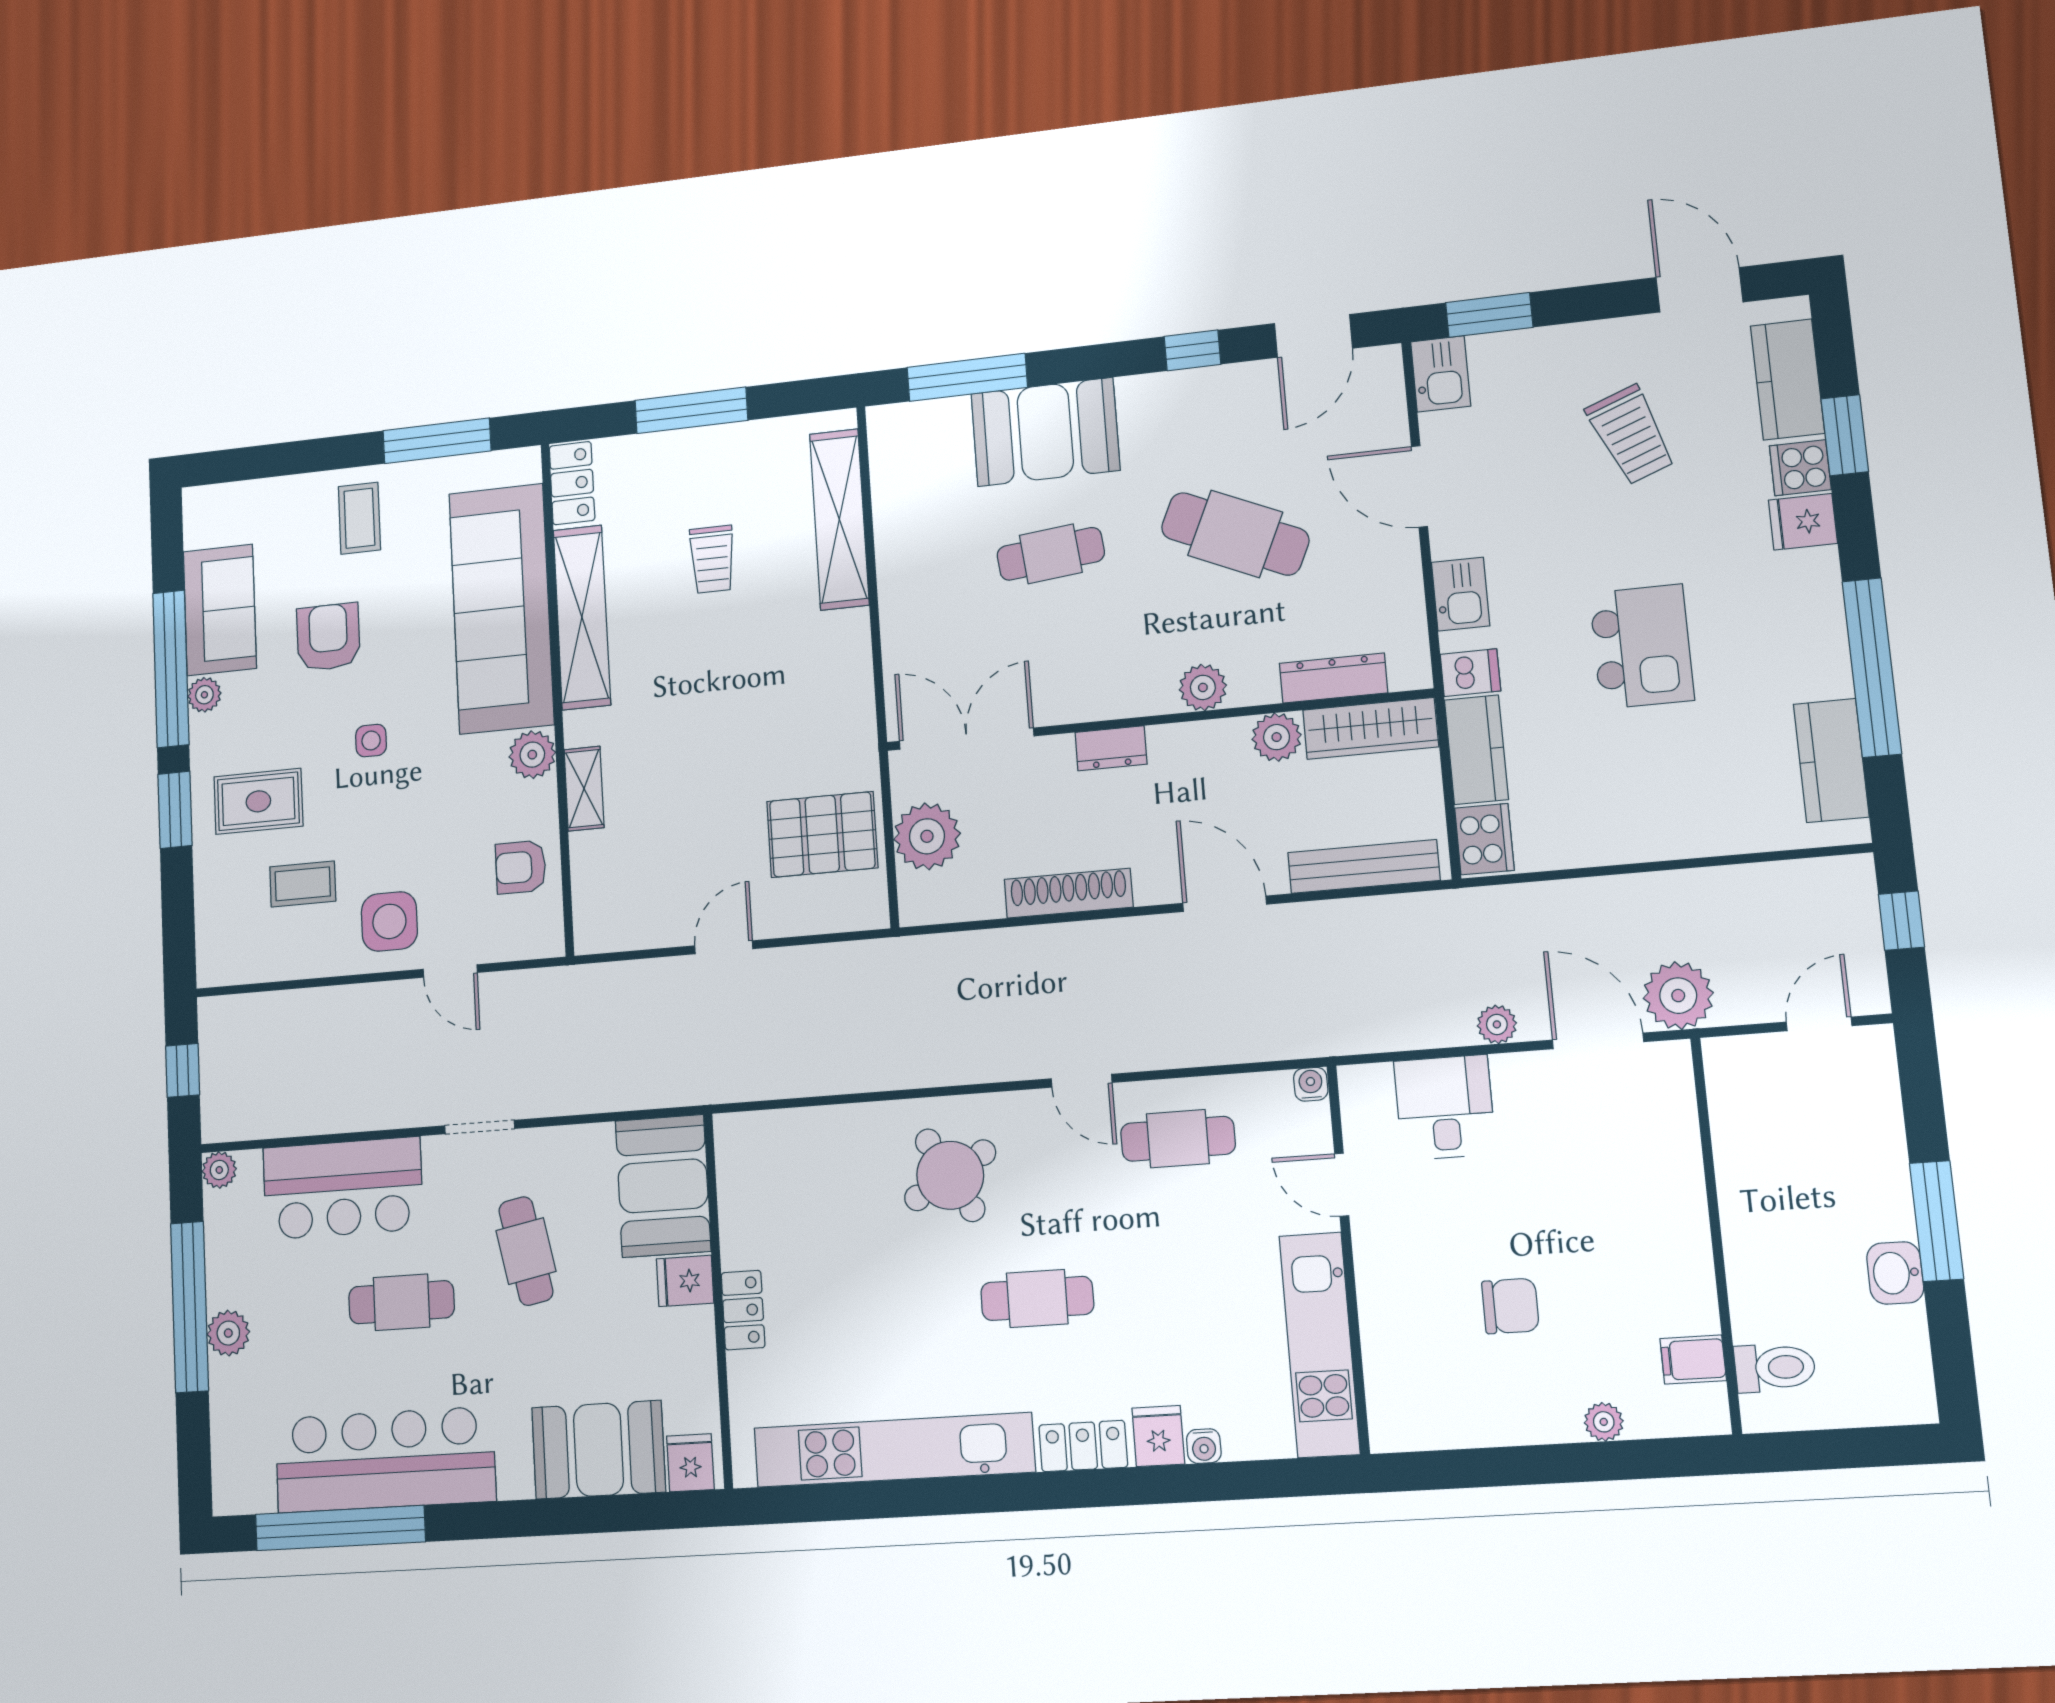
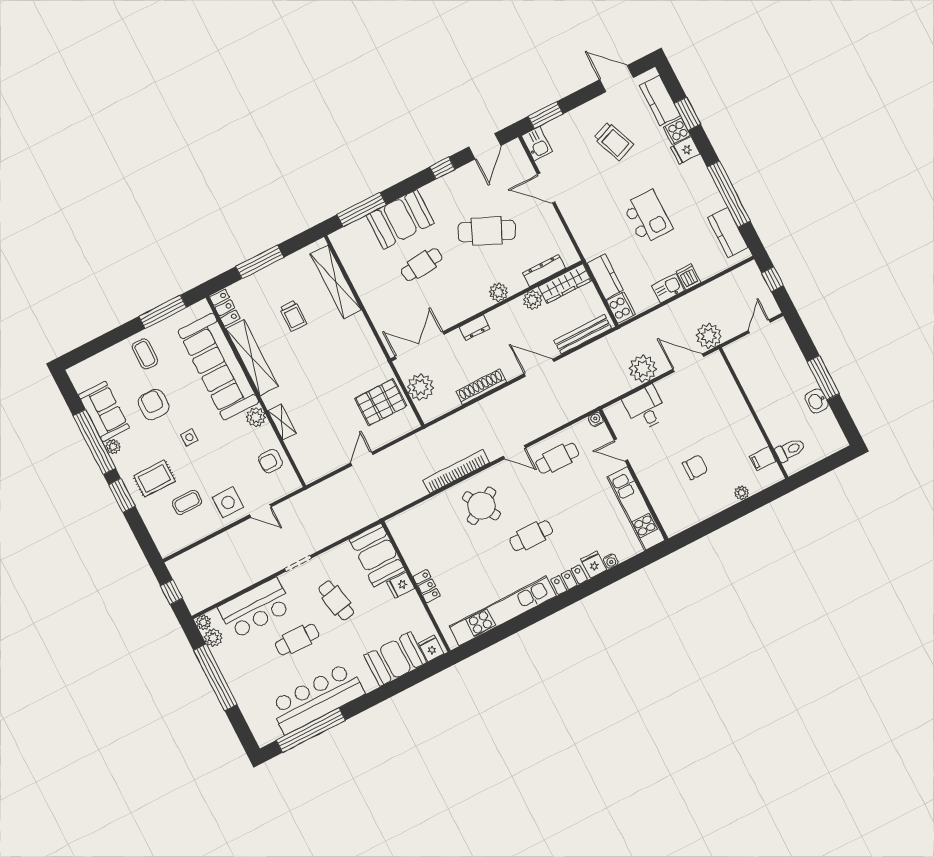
kitchen sink: (1461, 594) -> (668, 288), moved, turned -90
dishwasher: (1470, 673) -> (688, 277), moved, turned -90
plant: (1497, 1024) -> (643, 369), width x1.87, depth x1.87
bookcase: (926, 1069) -> (456, 471), added
plant: (228, 1333) -> (213, 638), moved

